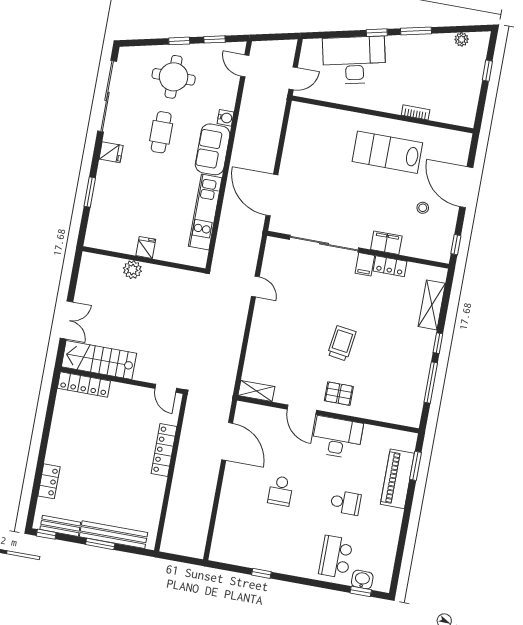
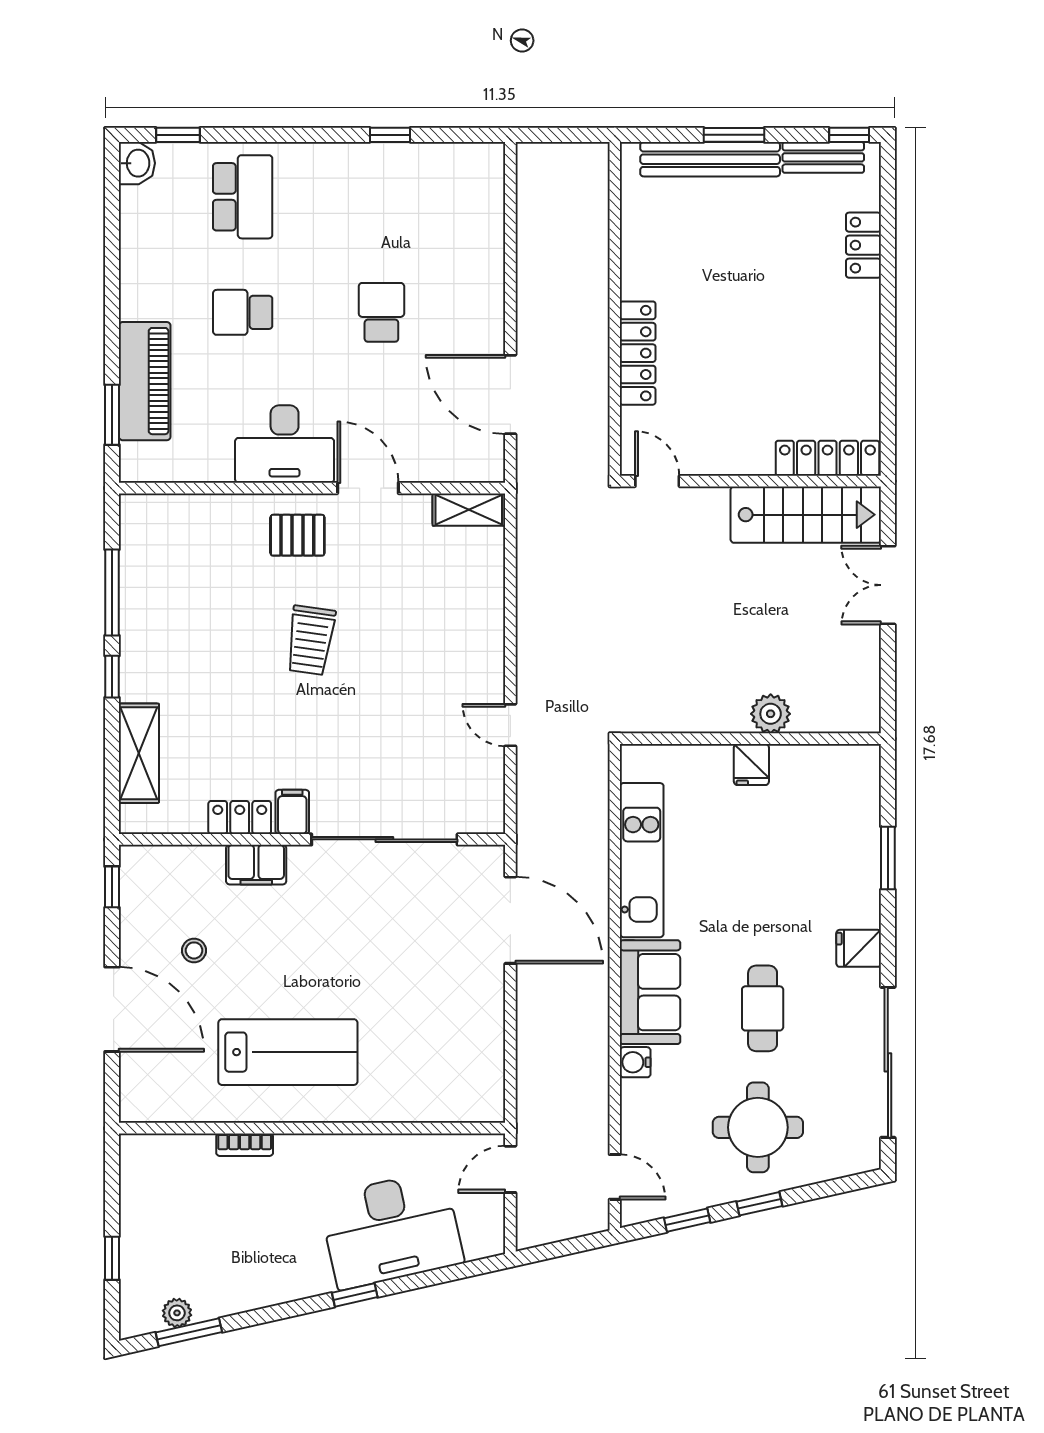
window: (416, 31) -> (189, 1332), moved
washbasin: (362, 580) -> (137, 163), moved, turned -90

